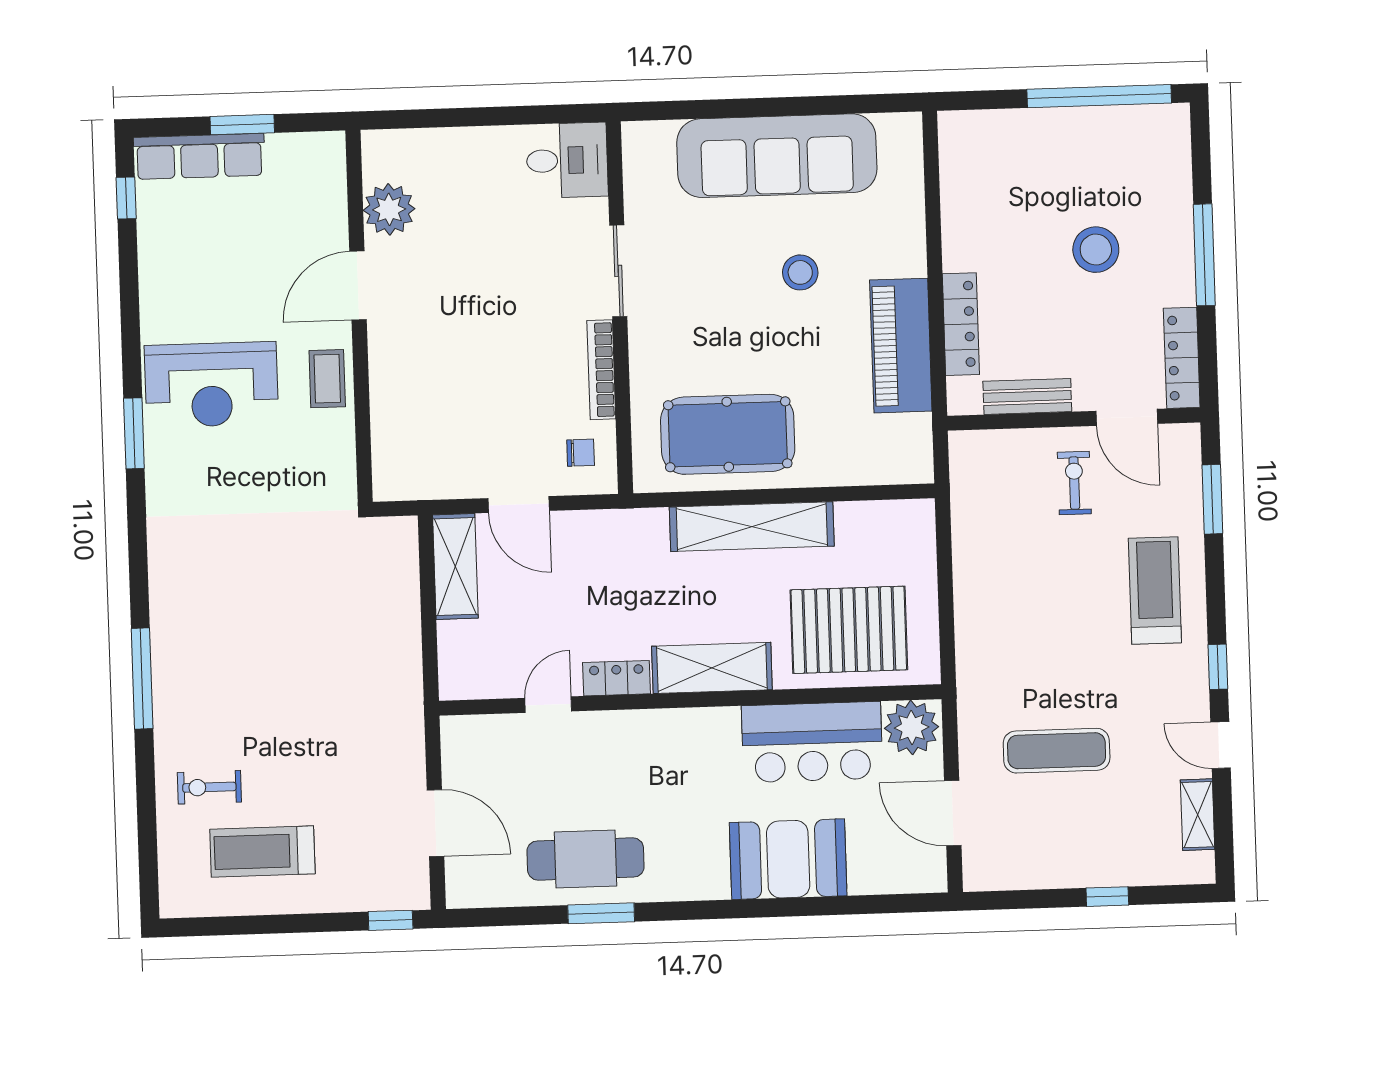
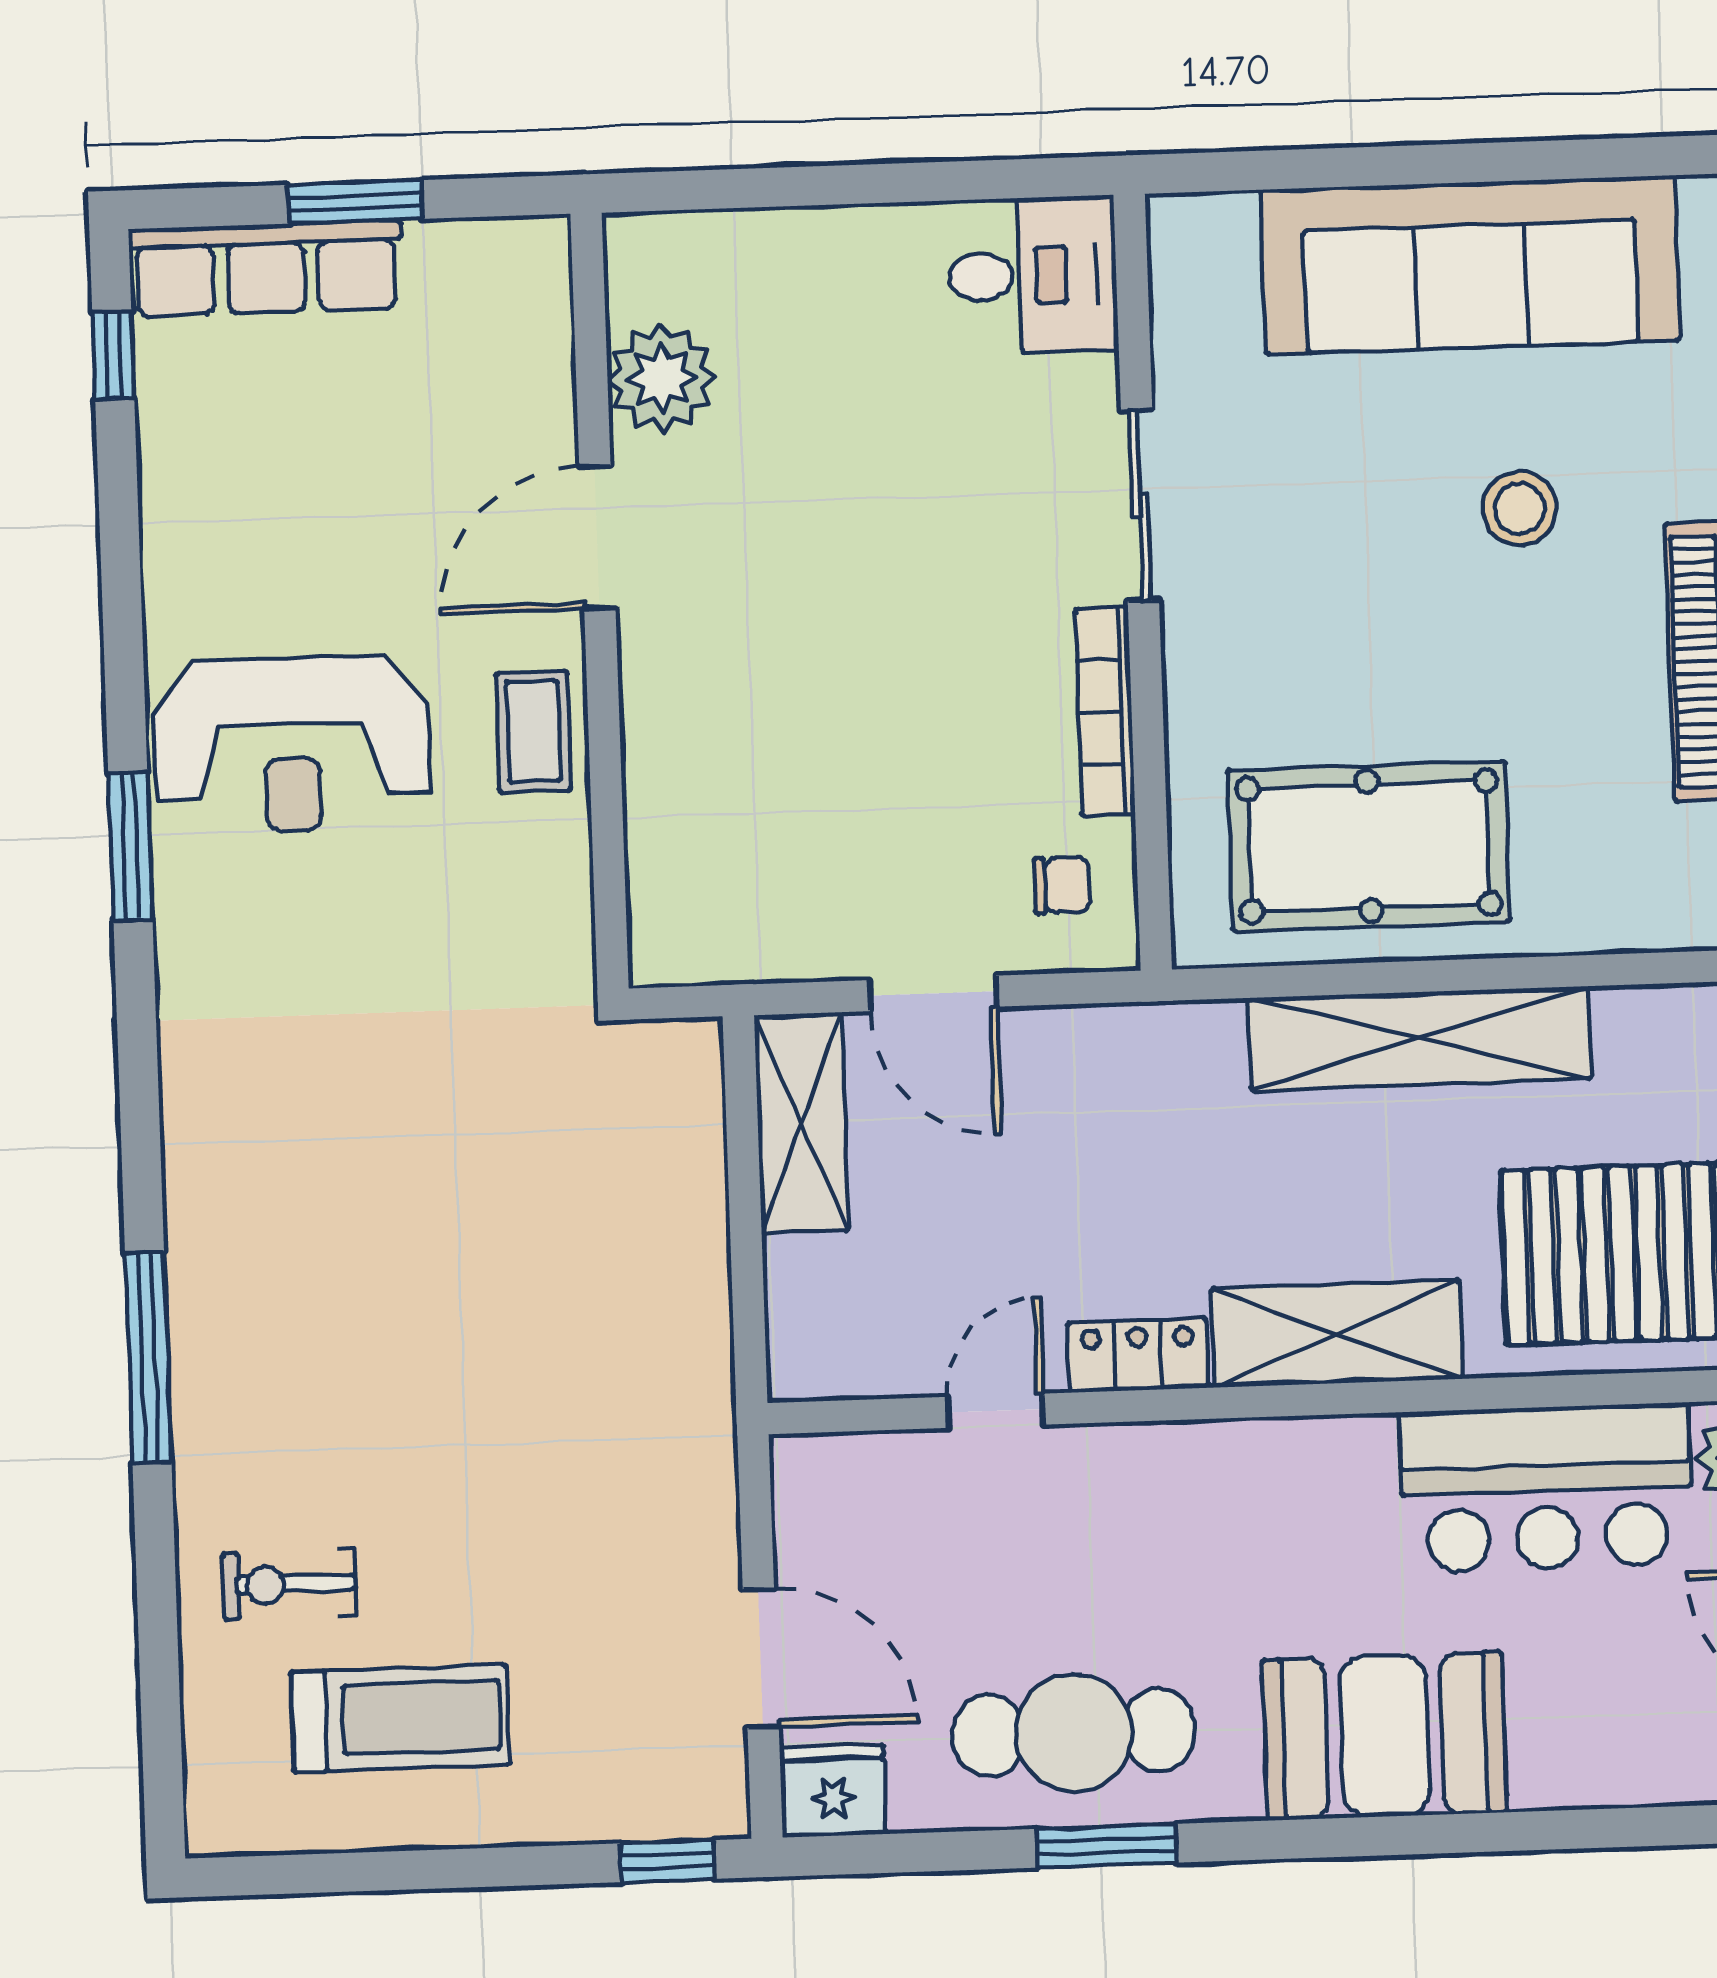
treadmill: (262, 852) -> (400, 1718), turned 180
booth: (788, 859) -> (1384, 1736), moved
fridge: (470, 887) -> (833, 1791), added

